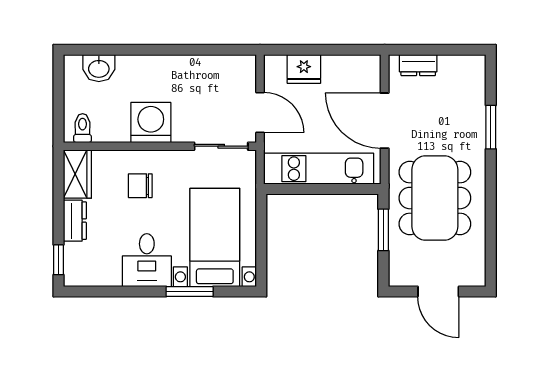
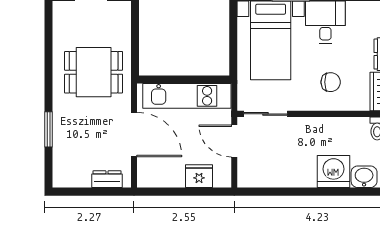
washing machine: (151, 122) -> (333, 172), moved, turned 180
dining table: (435, 198) -> (94, 72), width x0.73
window: (383, 230) -> (135, 47), removed

